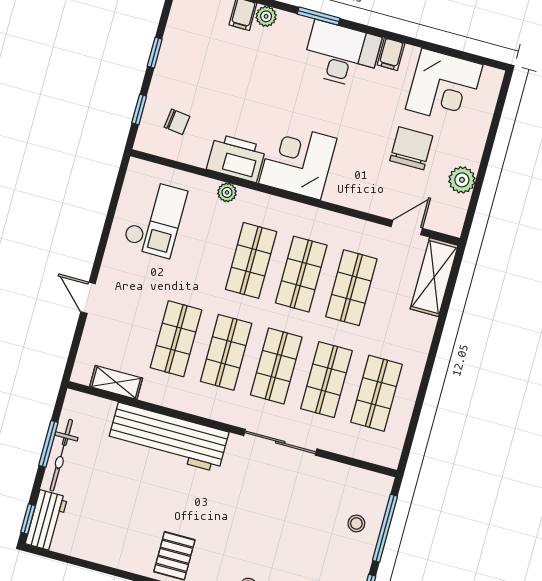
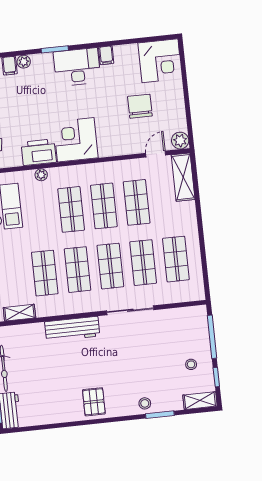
corner desk: (444, 87) -> (160, 61), moved
plant: (462, 180) -> (180, 141), moved
workbench: (168, 437) -> (72, 329), width x0.73, depth x0.76
stool: (356, 523) -> (191, 364), moved

